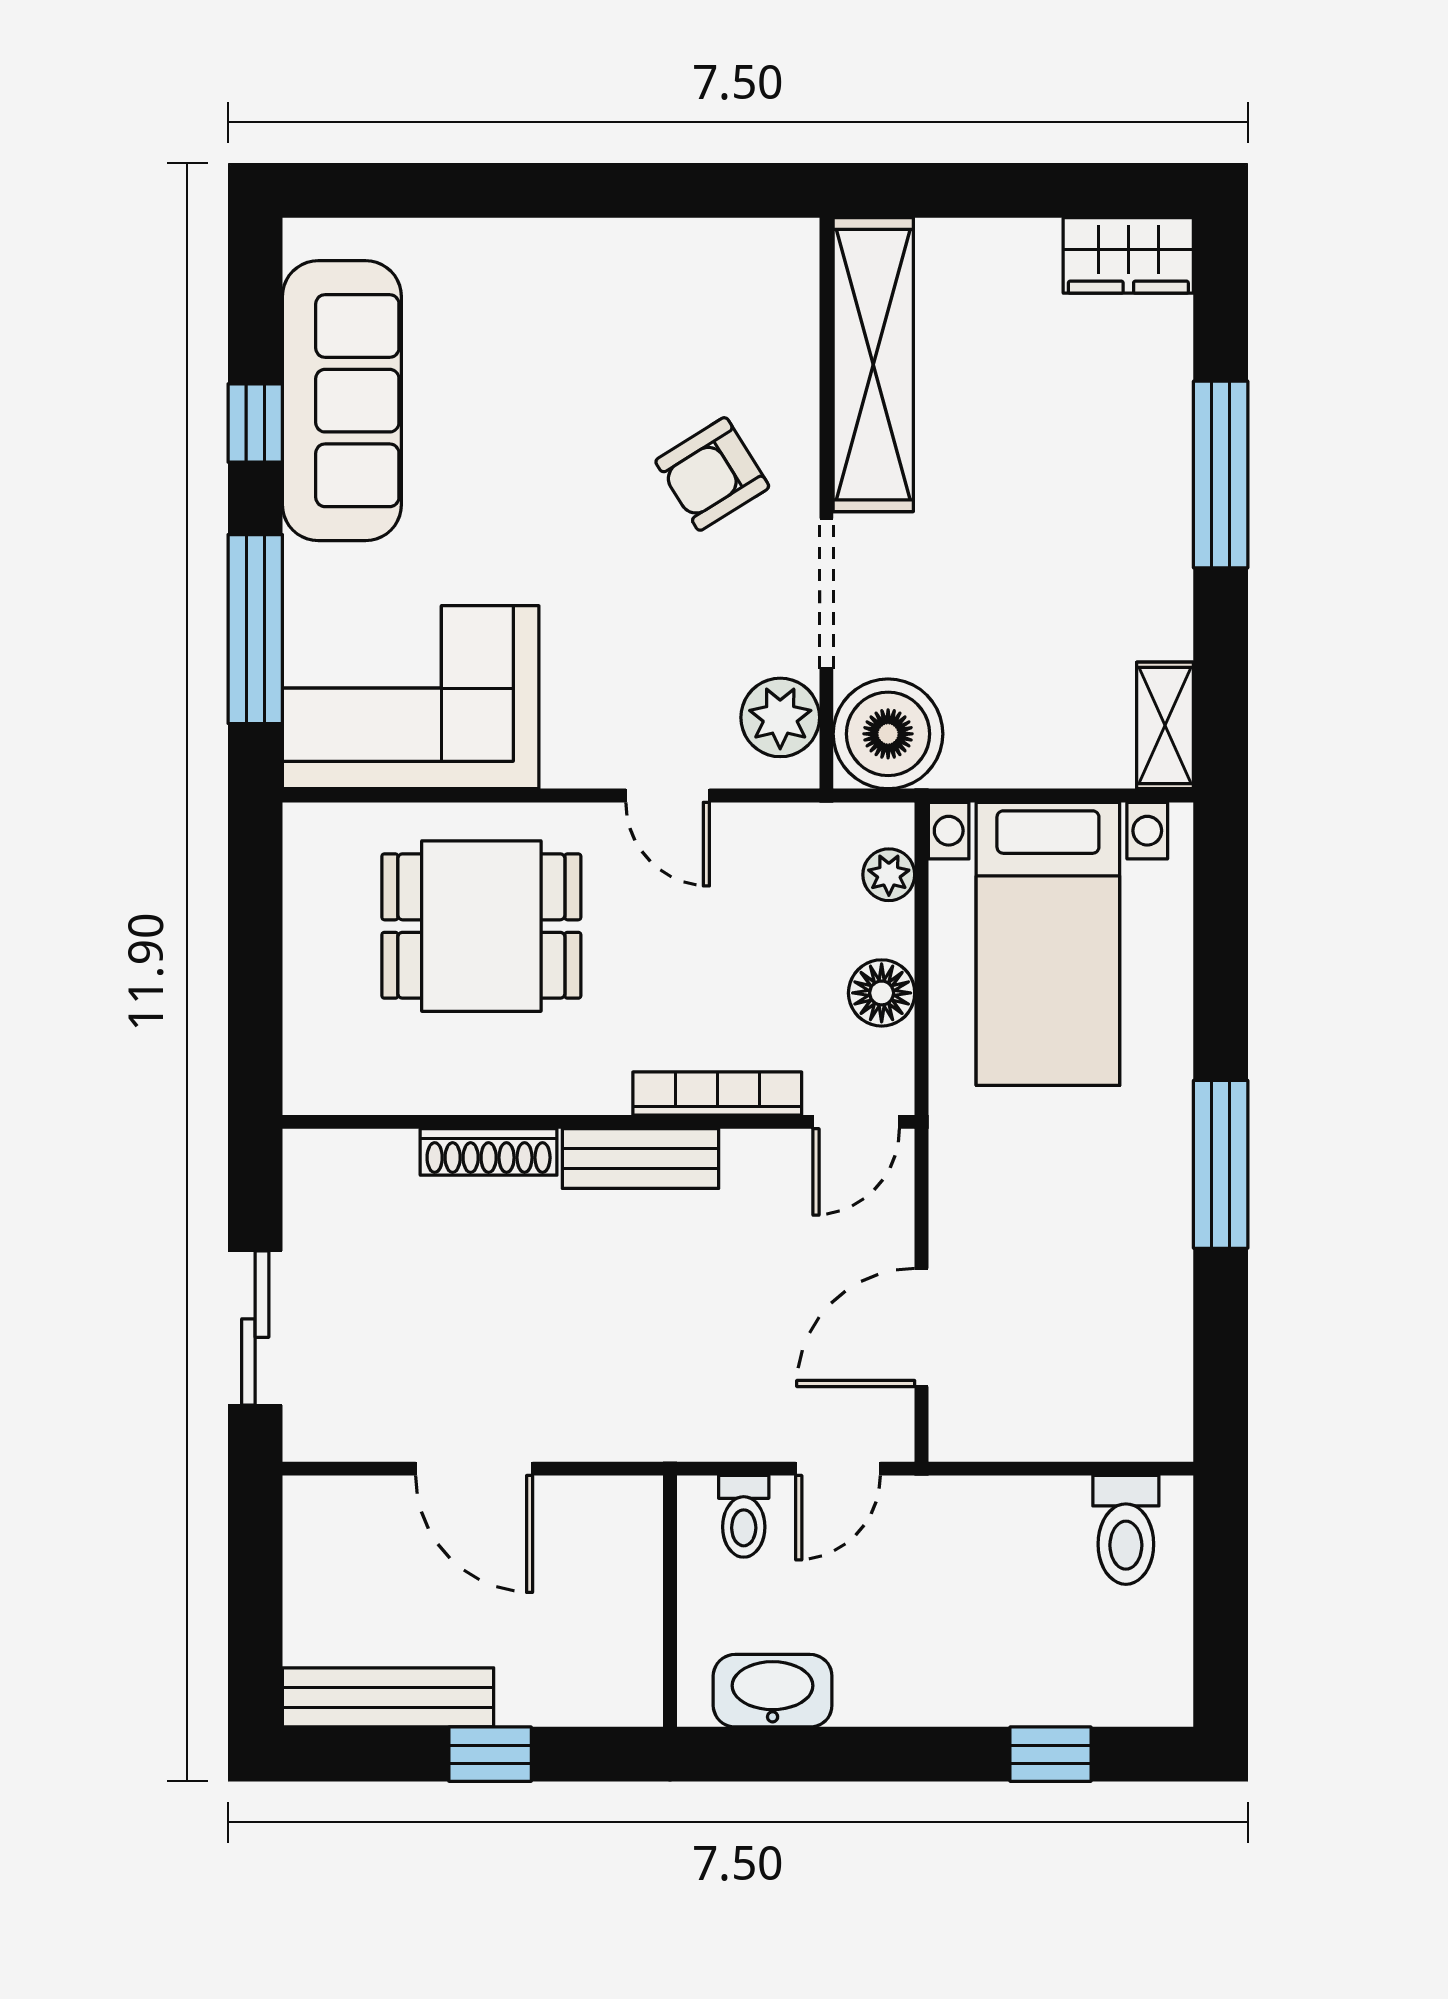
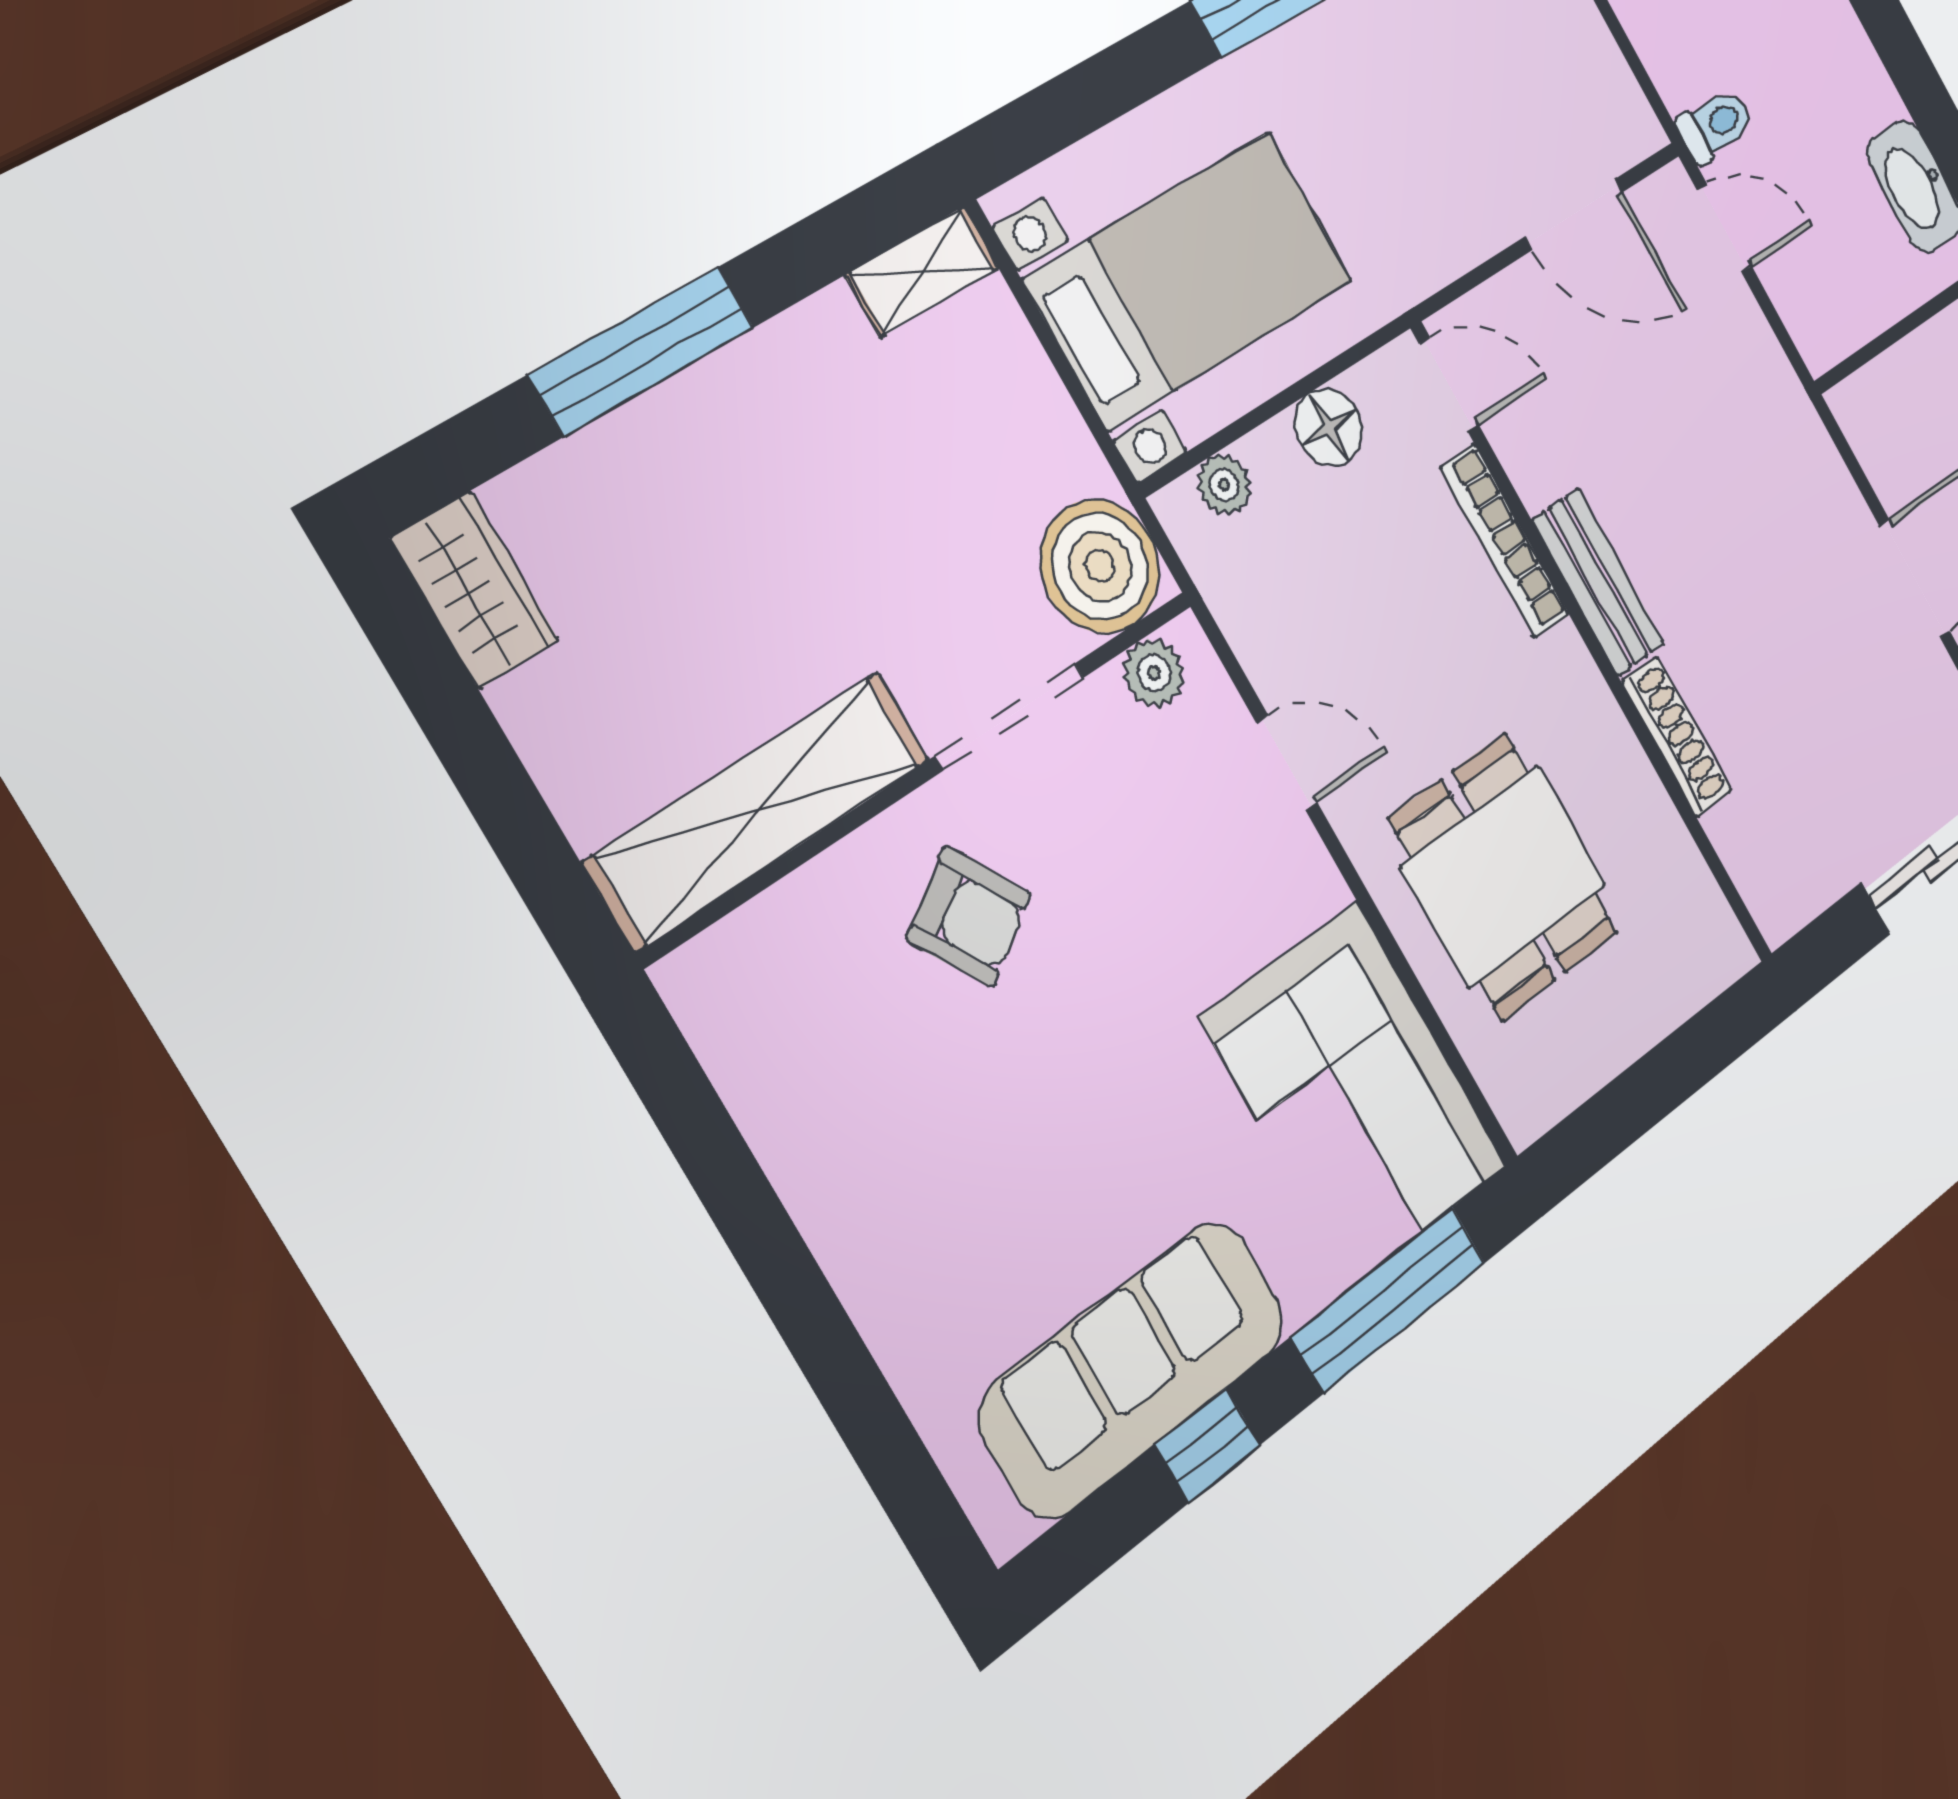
plant: (780, 717) -> (1154, 673), width x0.73, depth x0.73
door: (668, 796) -> (1287, 763), hinge flipped
toilet: (744, 1516) -> (1715, 125), moved

